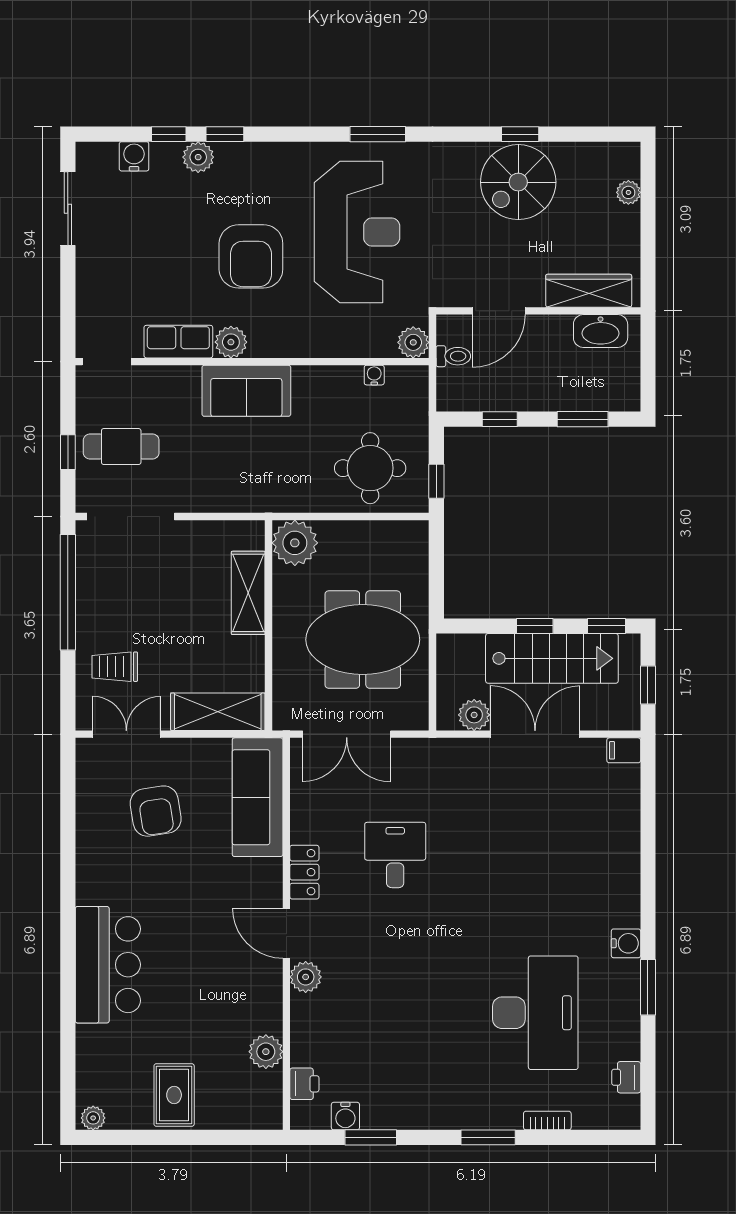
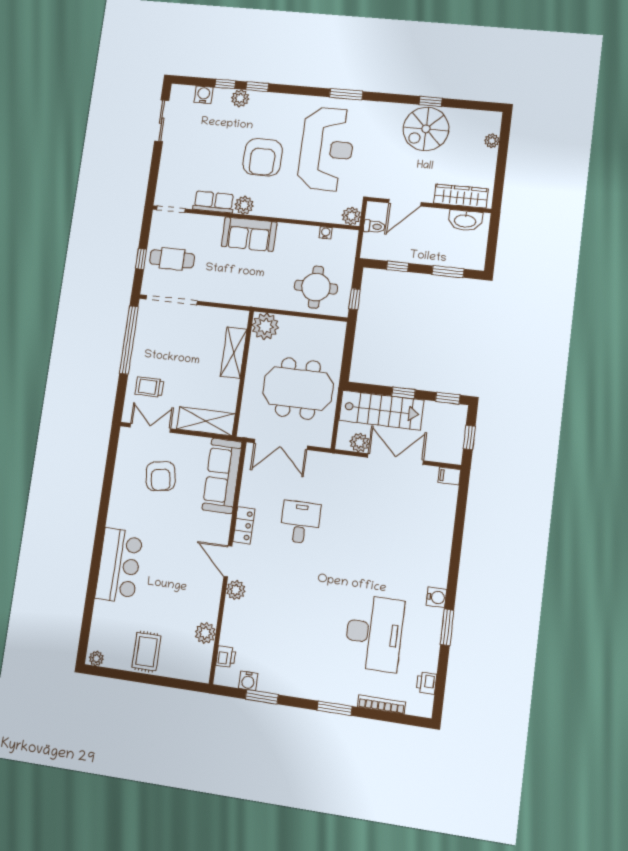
stairs: (552, 658) -> (381, 410), moved
bookcase: (547, 1121) -> (382, 705), width x1.56

